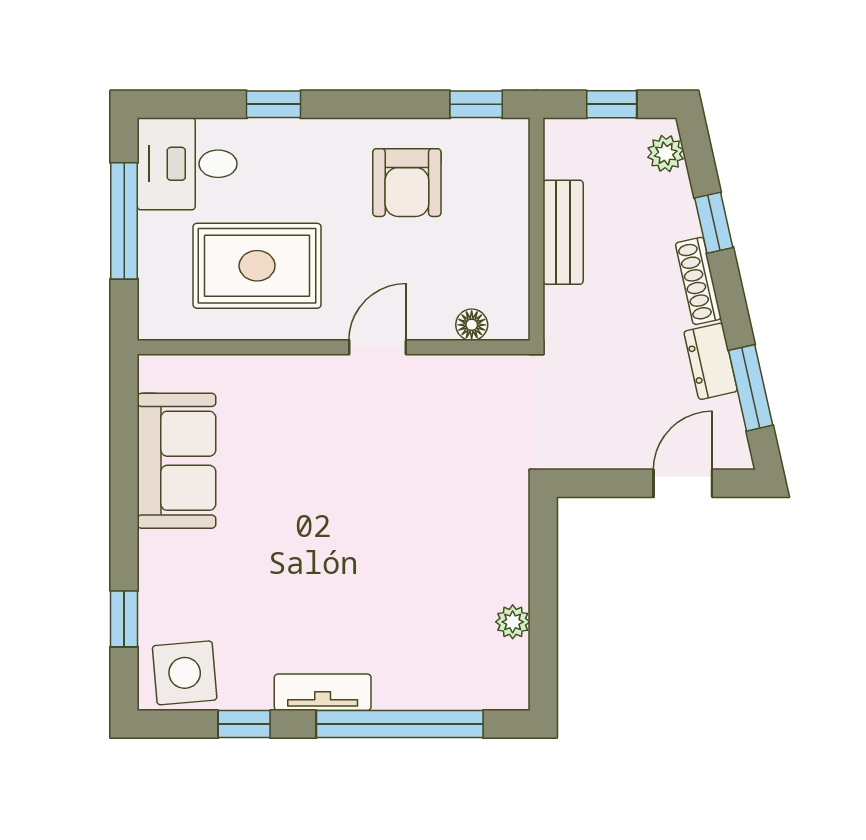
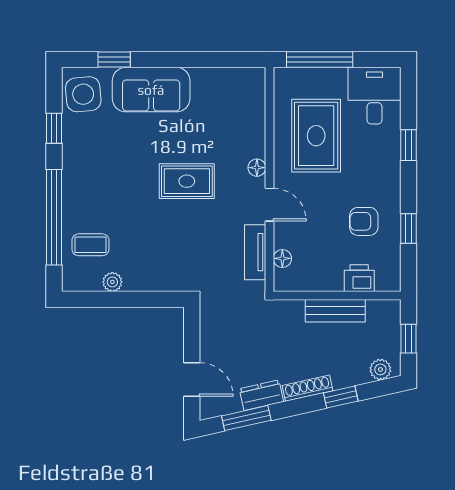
window: (476, 104) -> (409, 228), moved
armchair: (407, 183) -> (364, 221), width x0.72, depth x0.72
printer: (506, 191) -> (359, 278), added
window: (124, 221) -> (320, 60), moved
floor lamp: (313, 369) -> (257, 168), added
sofa: (177, 461) -> (151, 90), moved
rug: (337, 492) -> (187, 181), added
coffee table: (448, 660) -> (90, 245), added
tv unit: (323, 692) -> (255, 252), moved, turned 180

